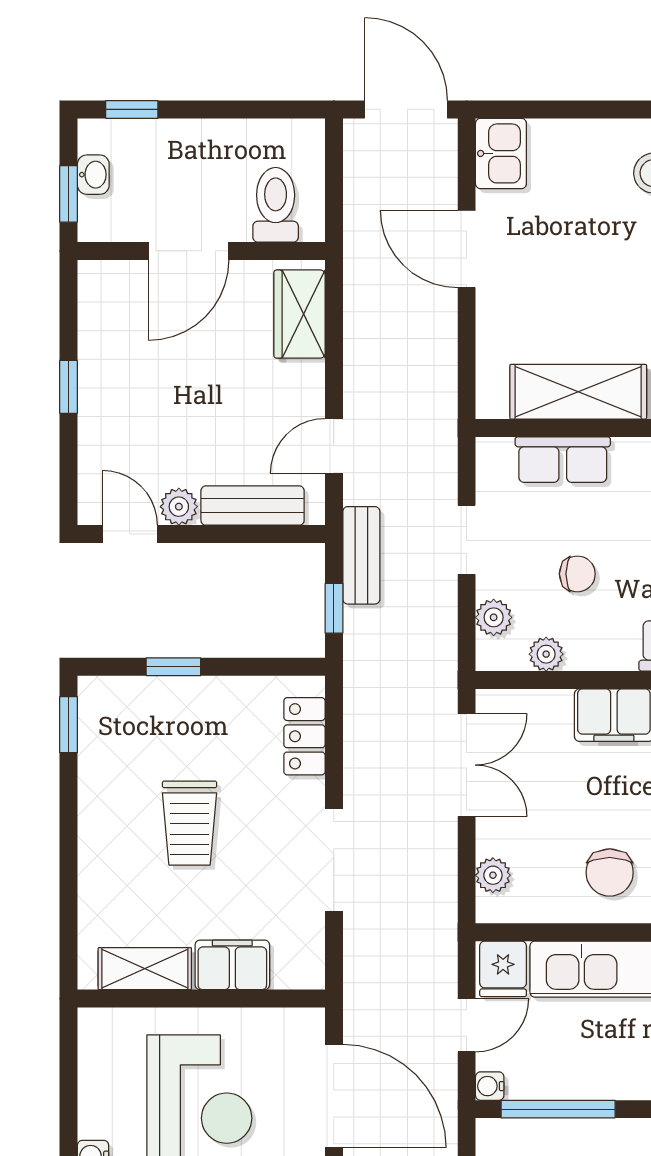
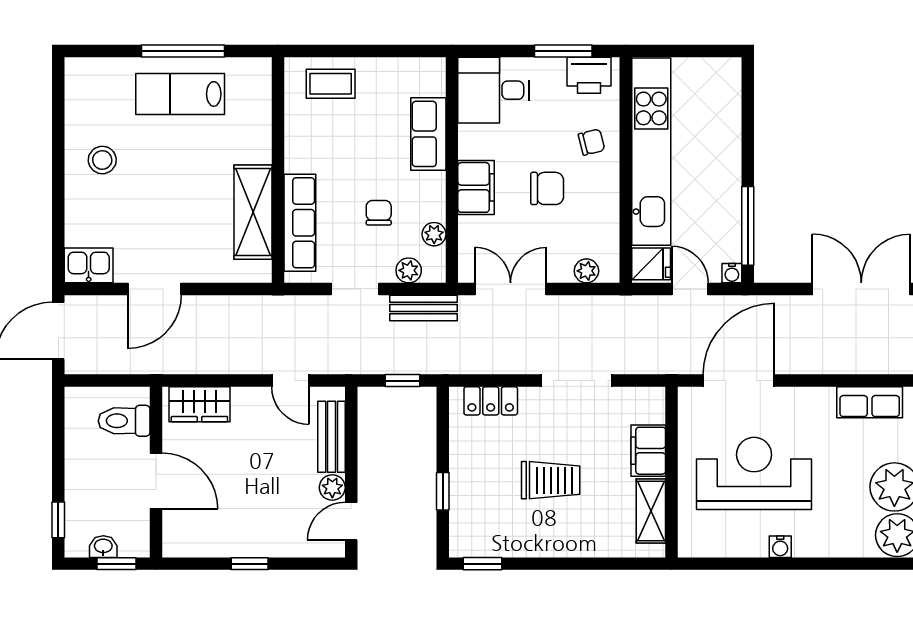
row of seats: (563, 460) -> (300, 223), width x1.48
bench: (361, 555) -> (424, 308), moved
chair: (610, 872) -> (547, 188), moved

